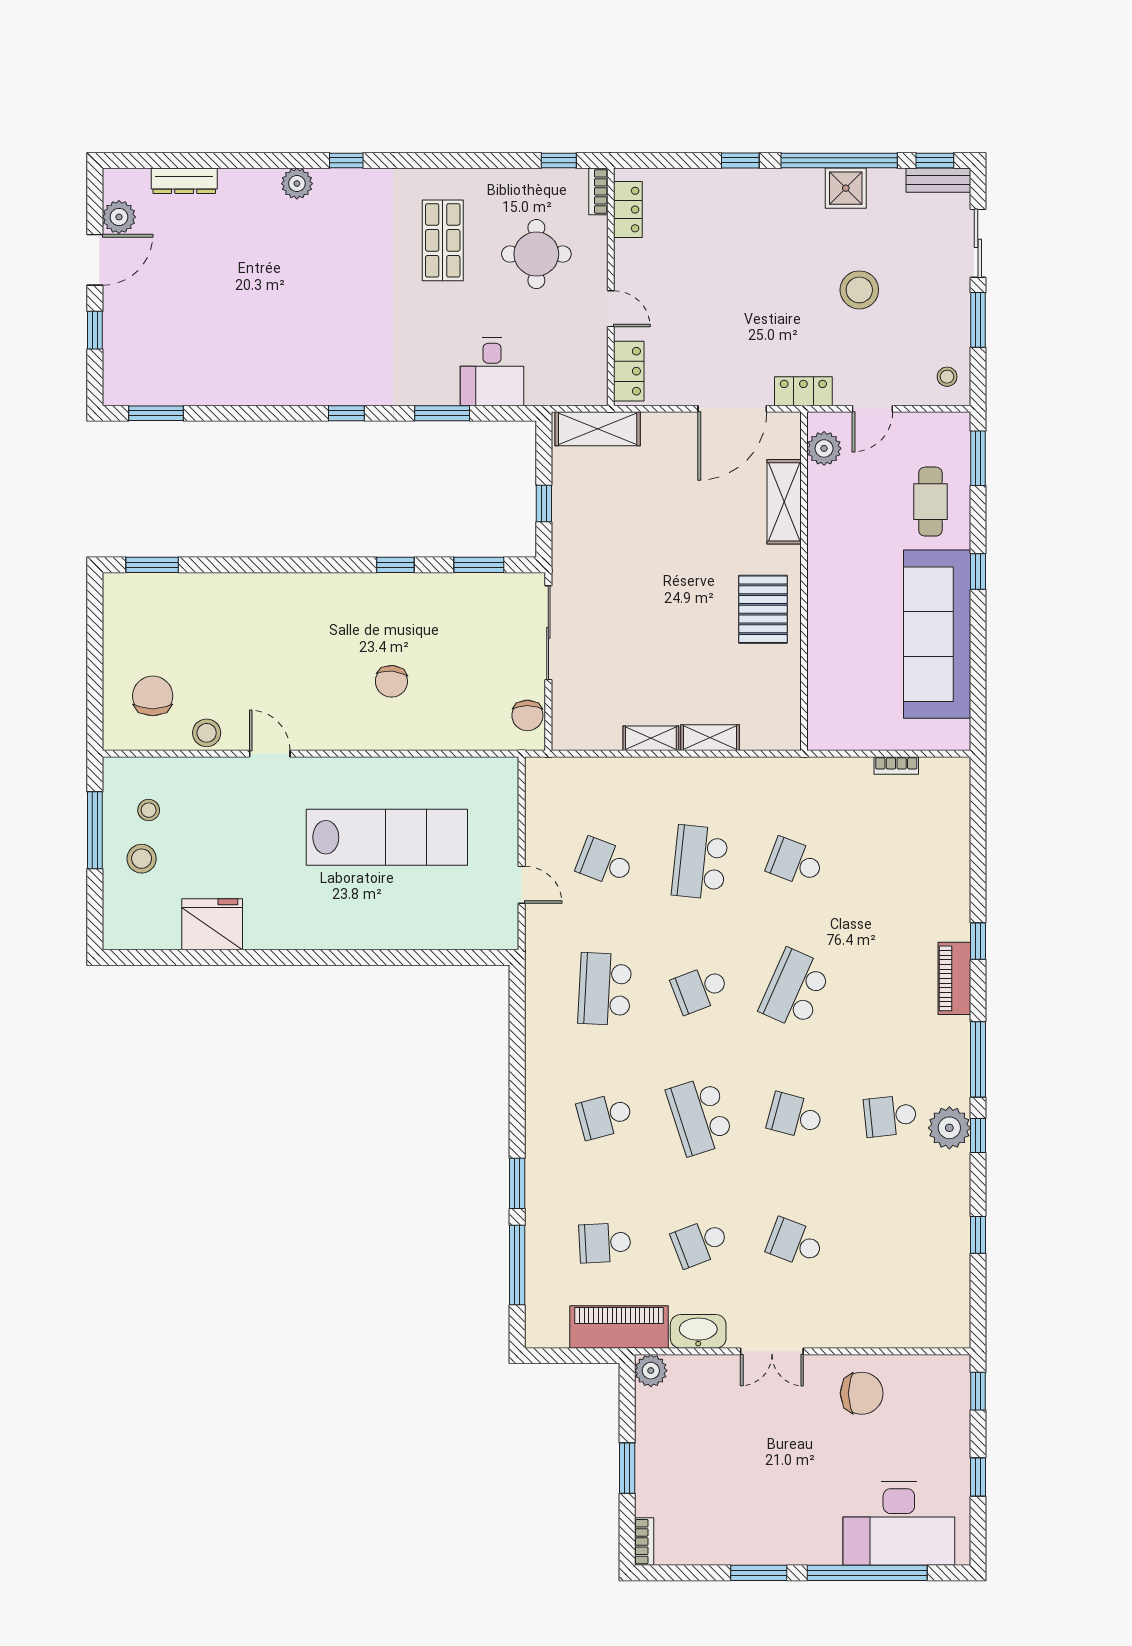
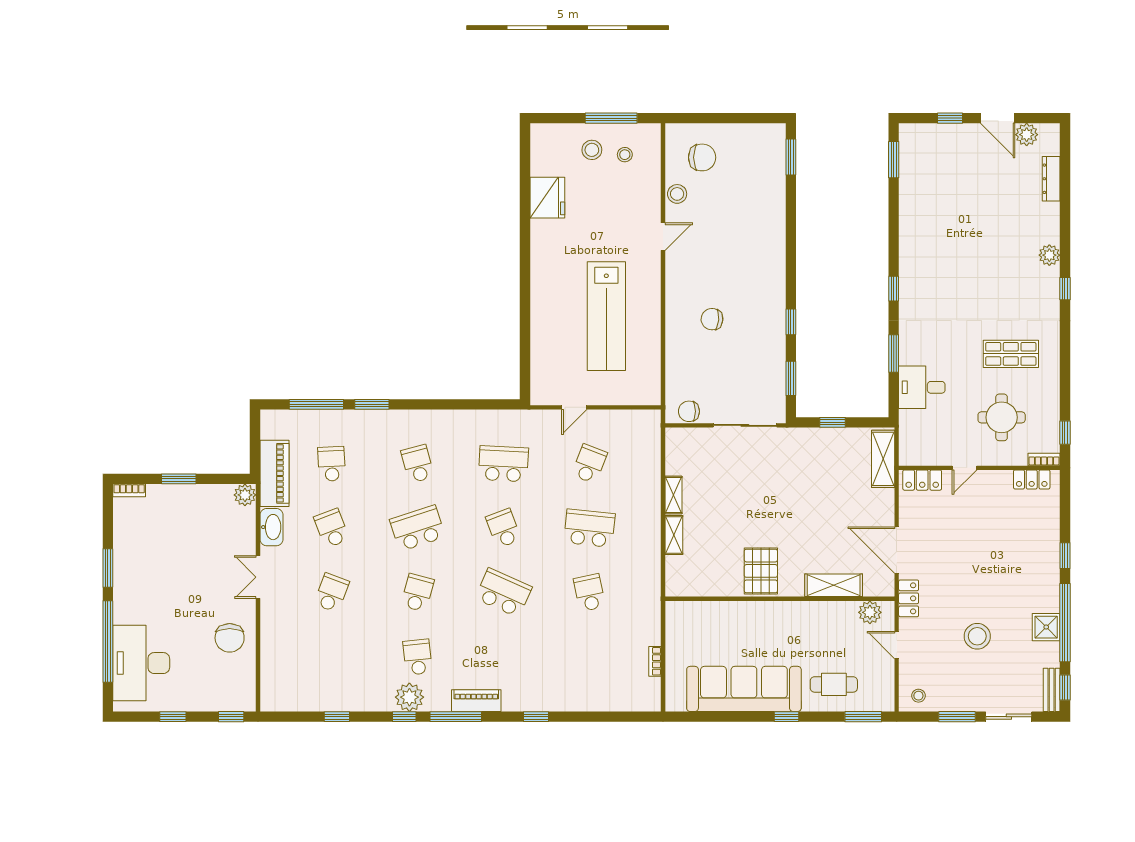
pallet: (763, 609) -> (761, 571), turned 90
school desk: (795, 862) -> (589, 593), turned -33
piano: (954, 978) -> (476, 701), moved

